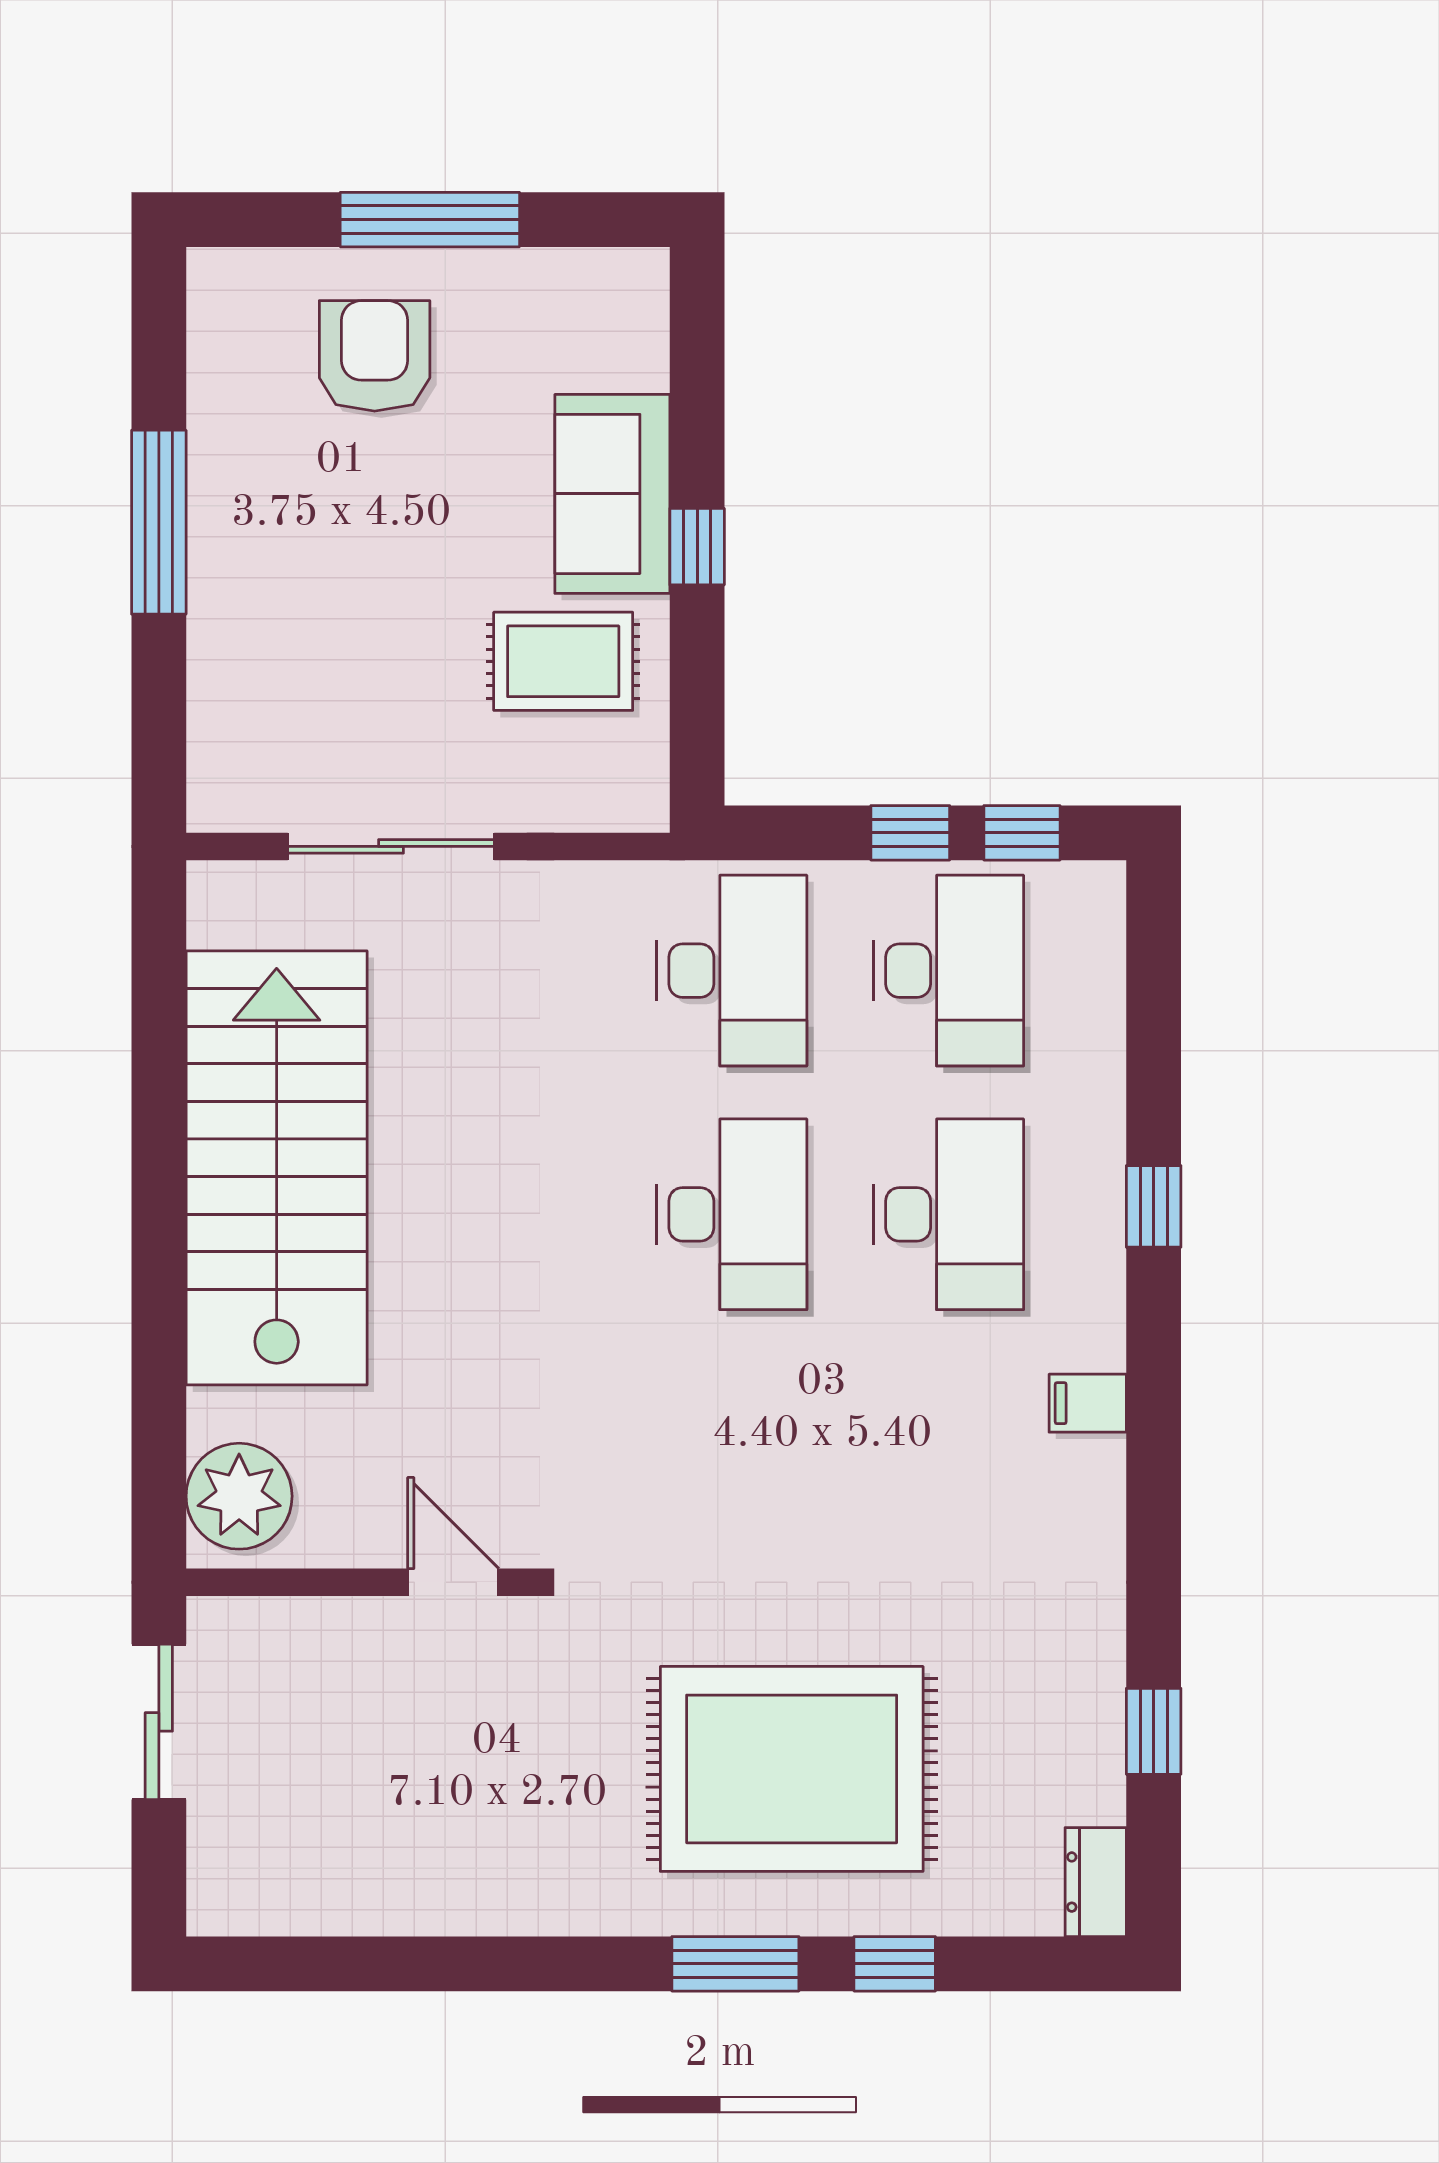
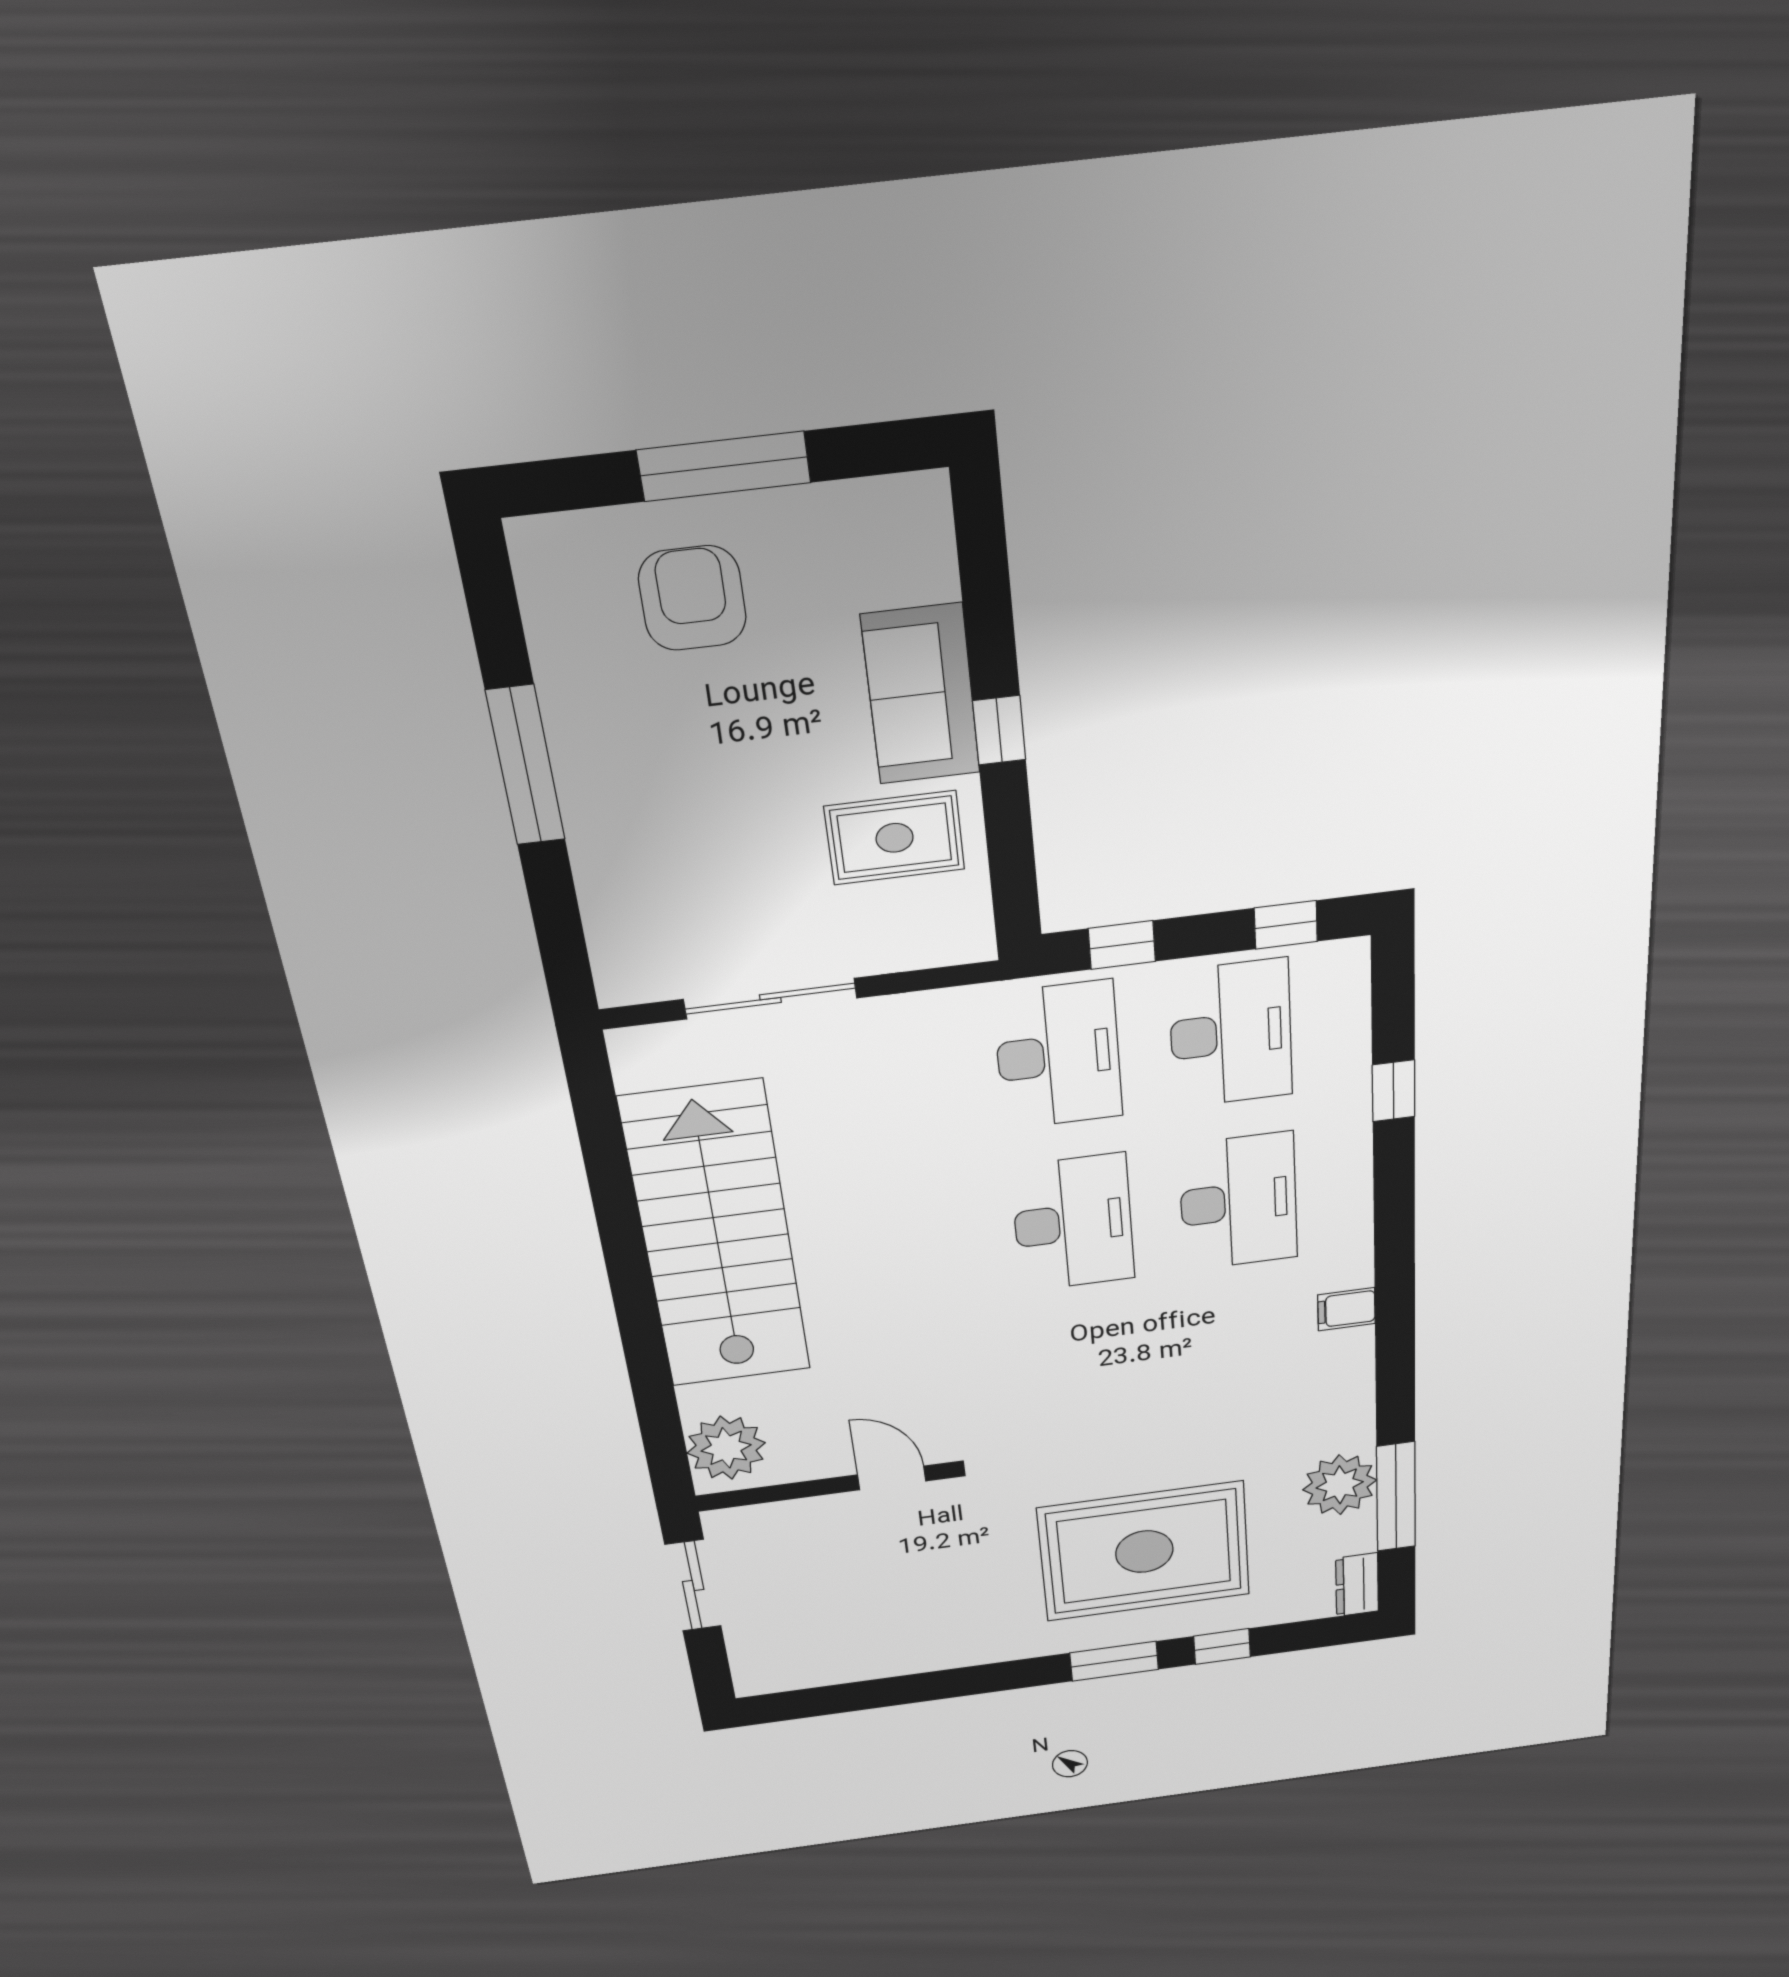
window: (910, 833) -> (1122, 945), moved
window: (1154, 1206) -> (1394, 1091), moved
plant: (1073, 1697) -> (1340, 1485), added
window: (1154, 1731) -> (1396, 1497), width x2.17

